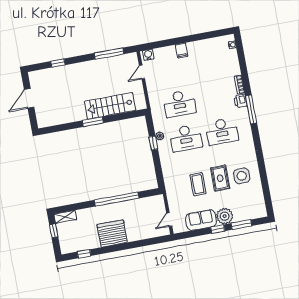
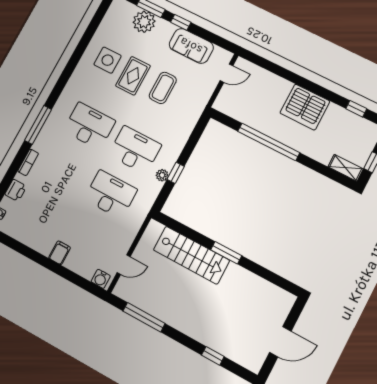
printer: (240, 101) -> (16, 190), moved
plant: (225, 216) -> (144, 22), moved

